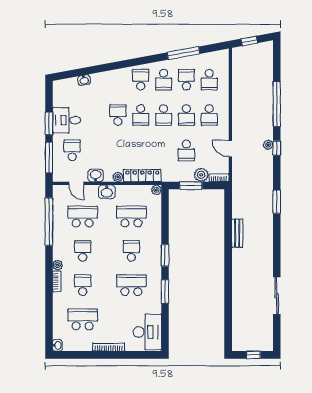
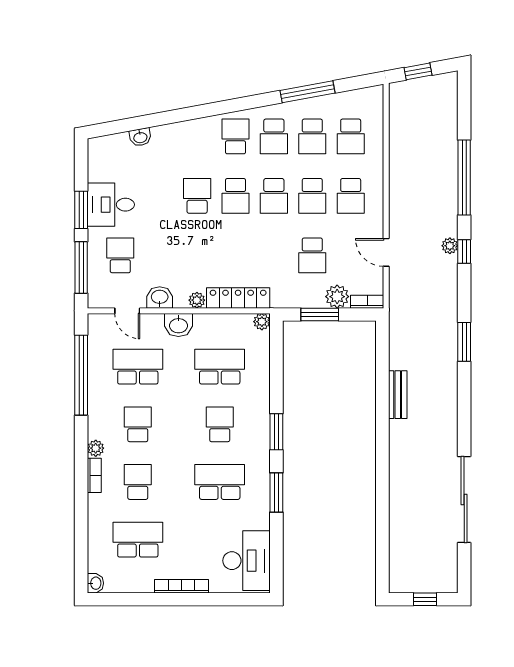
school desk: (186, 80) -> (312, 136), turned 180
sliding door: (277, 296) -> (464, 499), width x1.36

